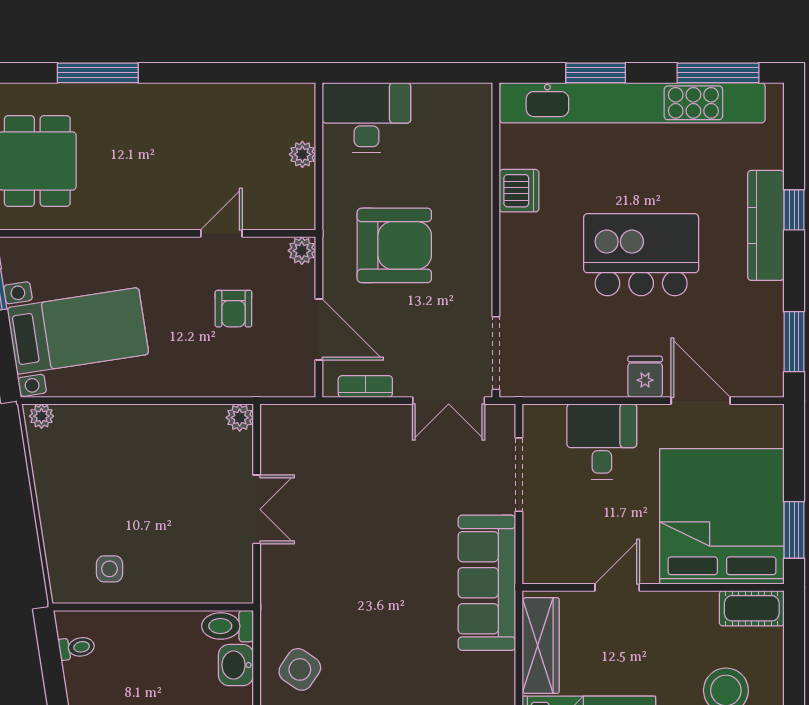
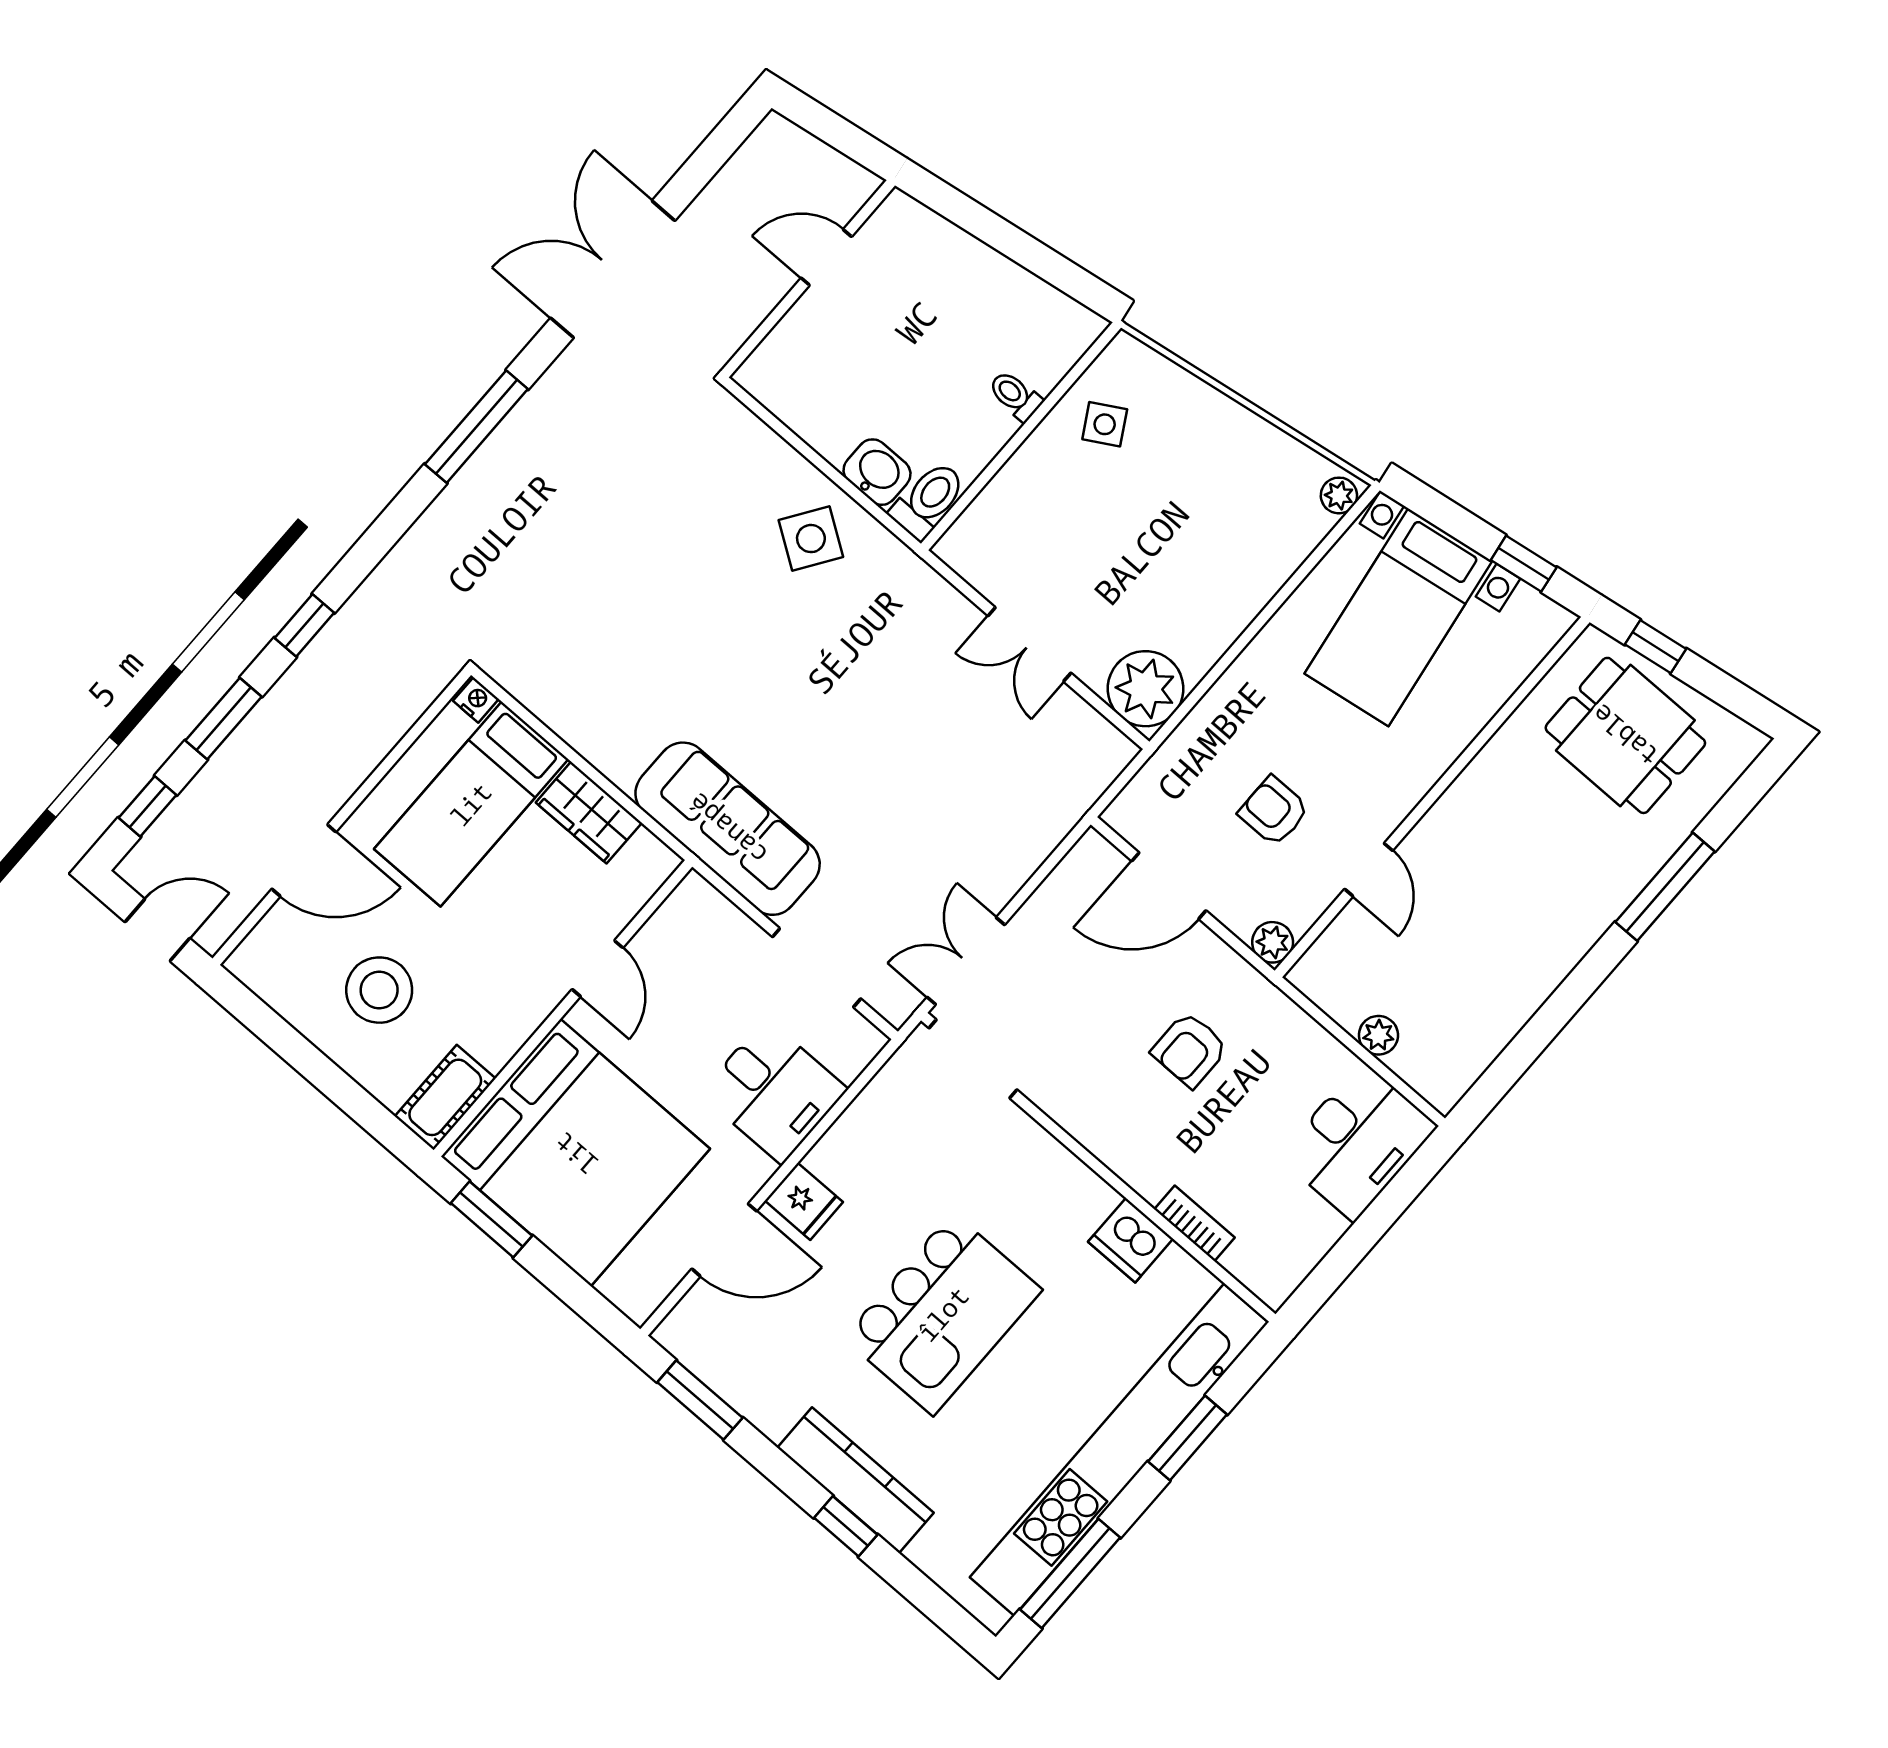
armchair: (394, 245) -> (1190, 1050), width x0.53, depth x0.53
bookcase: (365, 386) -> (1195, 1223), moved, turned -90
plant: (240, 418) -> (1146, 689), width x1.87, depth x1.87
side table: (110, 569) -> (1105, 424), turned -30
wardrobe: (541, 646) -> (589, 813), width x0.67
toilet: (77, 648) -> (1015, 396), moved, turned 99

